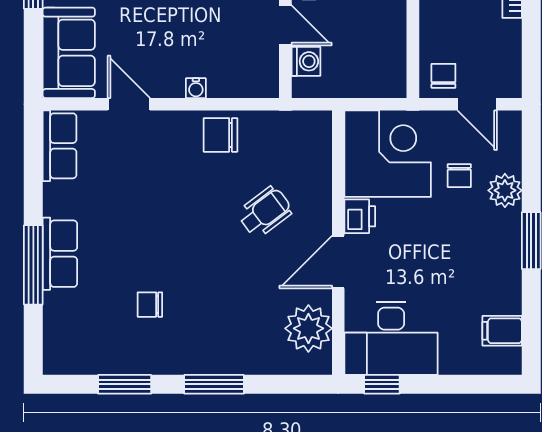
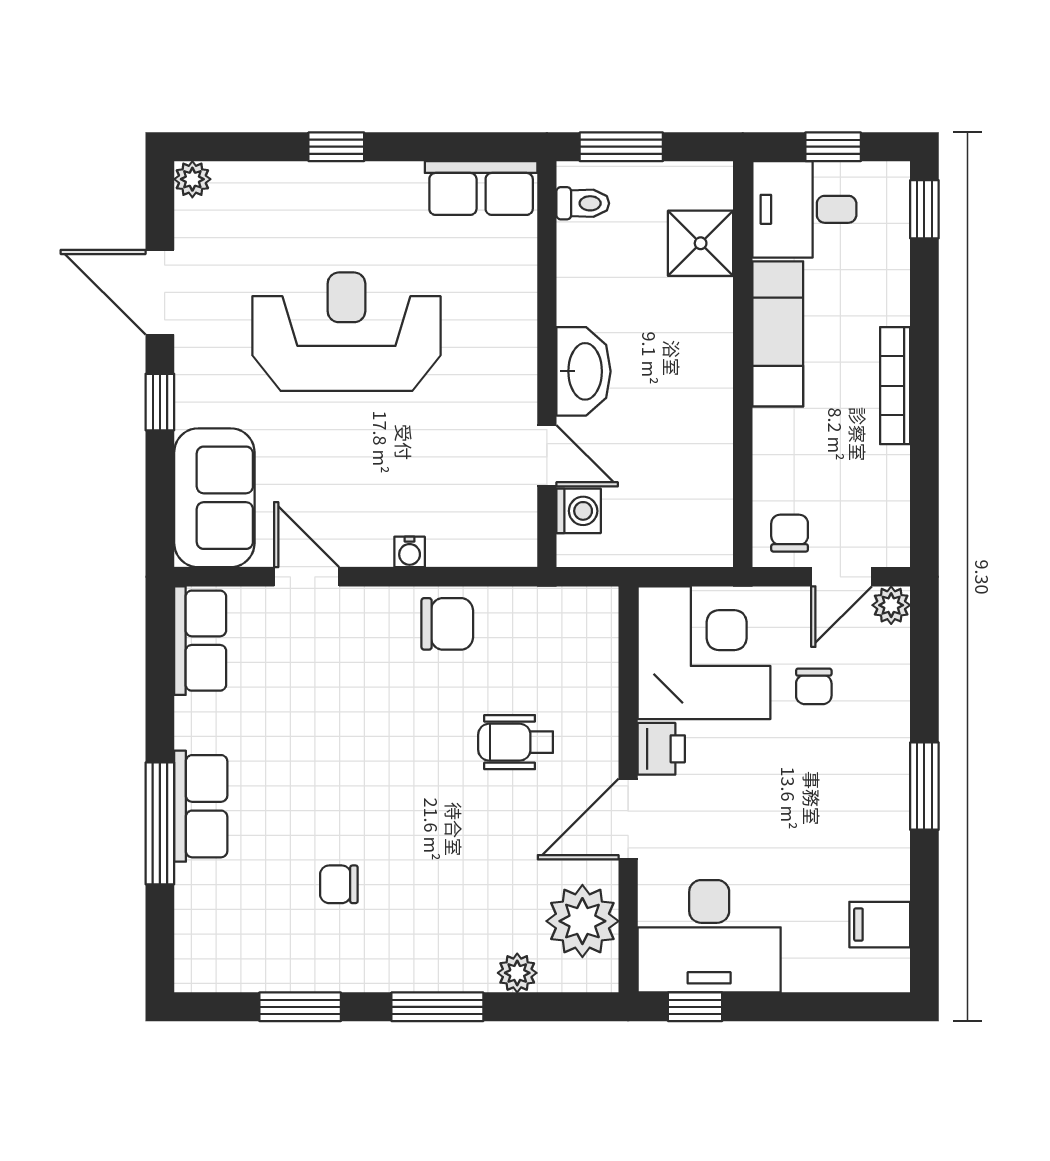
door: (477, 104) -> (841, 577), hinge flipped
chair: (220, 135) -> (447, 624), turned 180
plant: (505, 190) -> (891, 605), moved, width x0.73, depth x0.73
wheelchair: (265, 212) -> (516, 742), turned -143
plant: (266, 362) -> (517, 973), added

